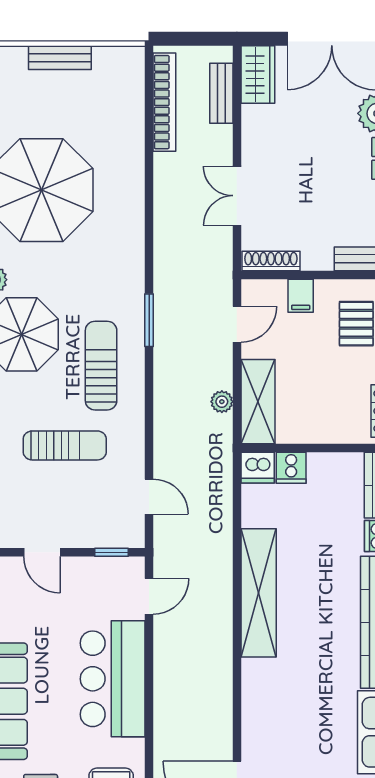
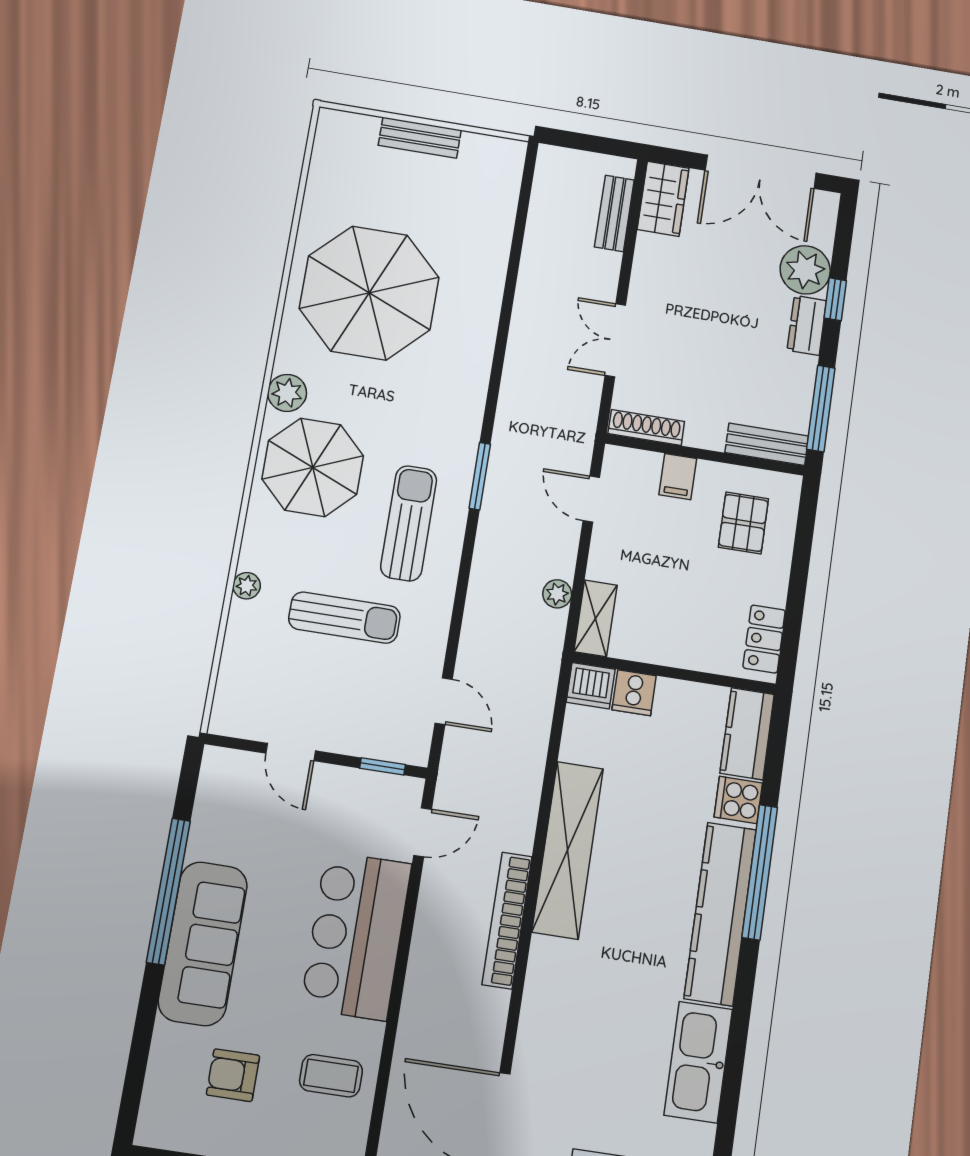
bookcase: (164, 102) -> (507, 920), moved, turned 180
door: (237, 324) -> (591, 499), swing flipped
shelving: (258, 402) -> (596, 618), width x0.67, depth x0.75

